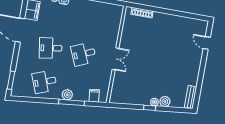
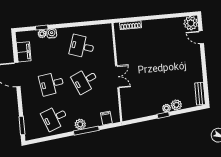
desk: (90, 20) -> (82, 46), added
plant: (200, 27) -> (191, 23), added

